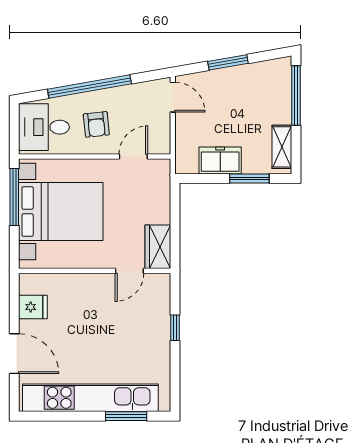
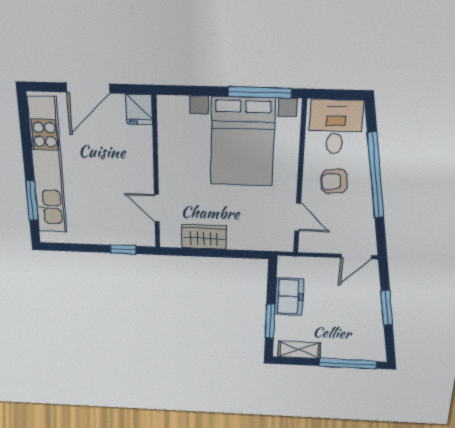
wall: (95, 271) -> (156, 174), moved
door: (129, 271) -> (157, 208), moved

